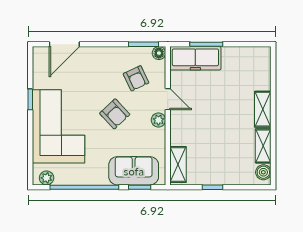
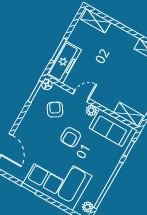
armchair: (136, 78) -> (55, 109), turned -98
shelving: (263, 109) -> (96, 21), moved
armchair: (115, 114) -> (71, 137), turned 133
sofa: (134, 171) -> (111, 128), moved, turned -90

